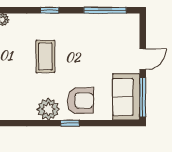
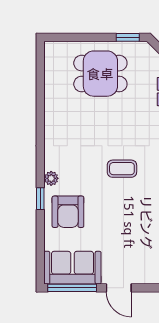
coffee table: (45, 56) -> (122, 169), width x0.73, depth x0.77
plant: (48, 109) -> (51, 178), width x0.53, depth x0.53

